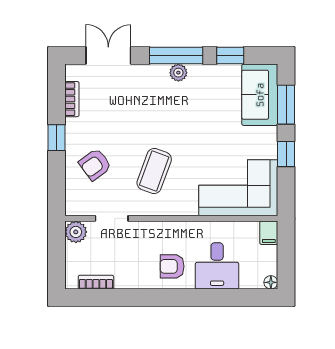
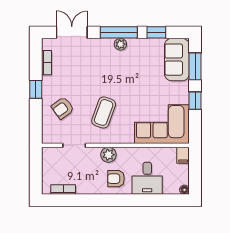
plant: (76, 232) -> (108, 155), moved

